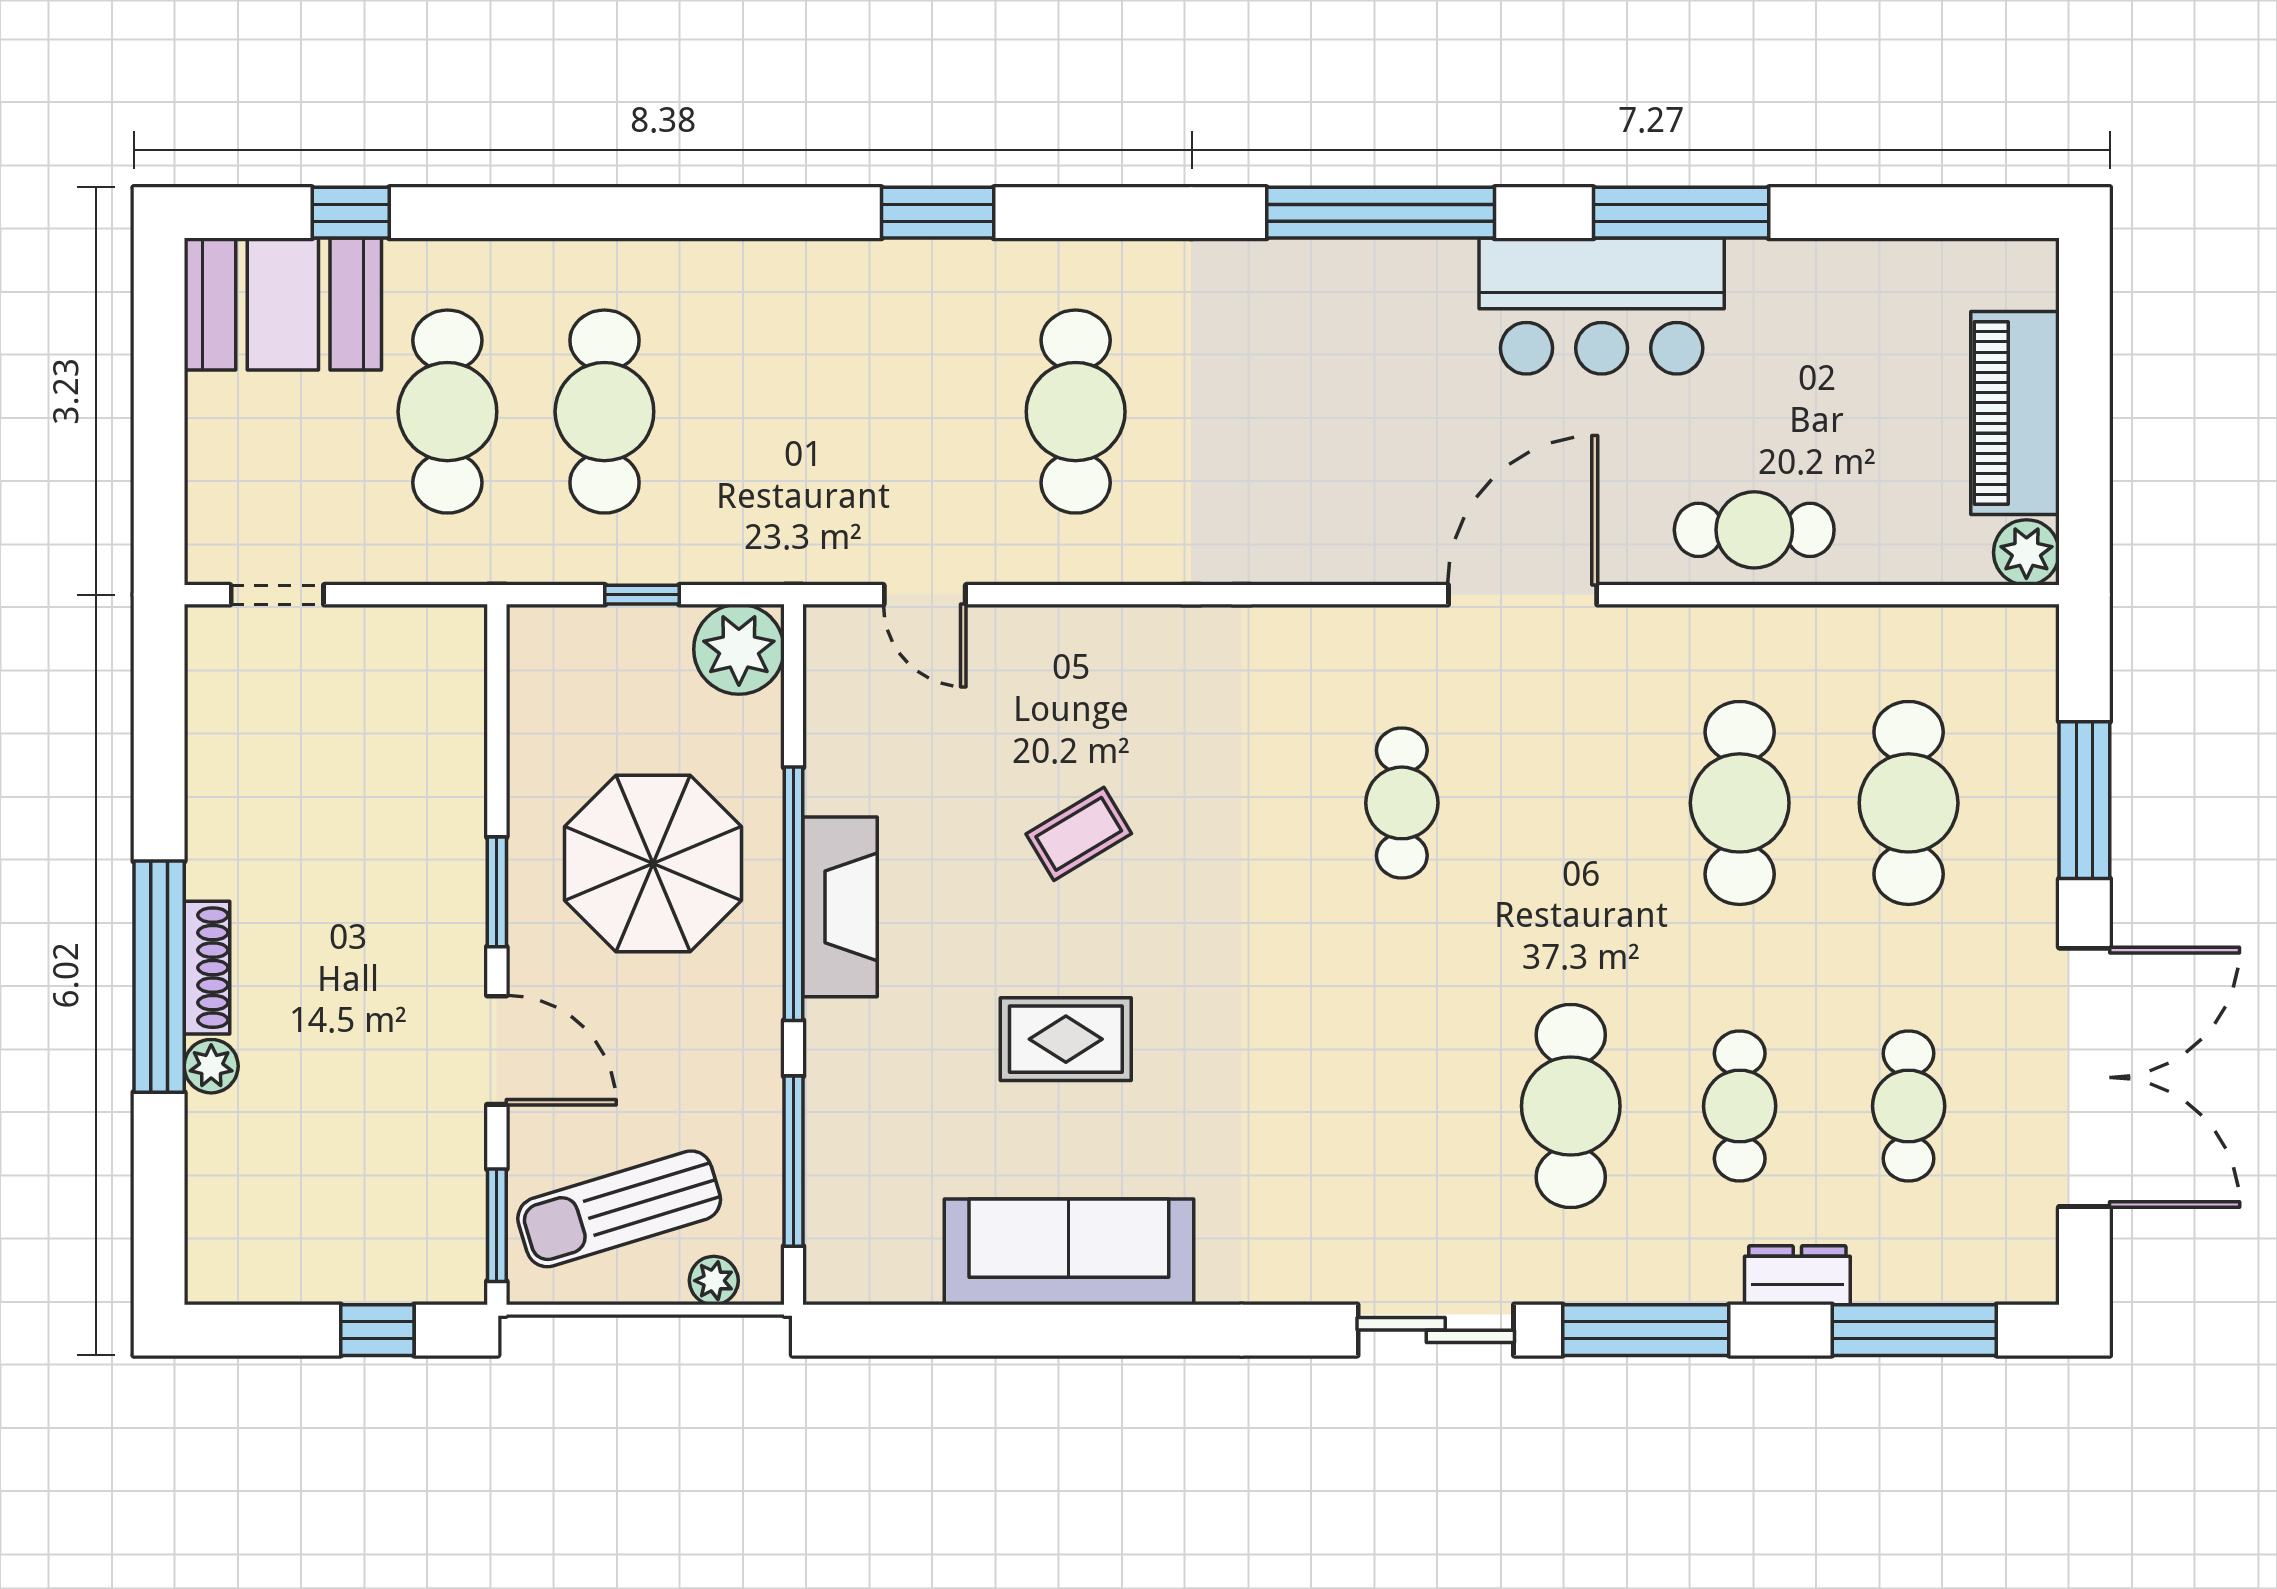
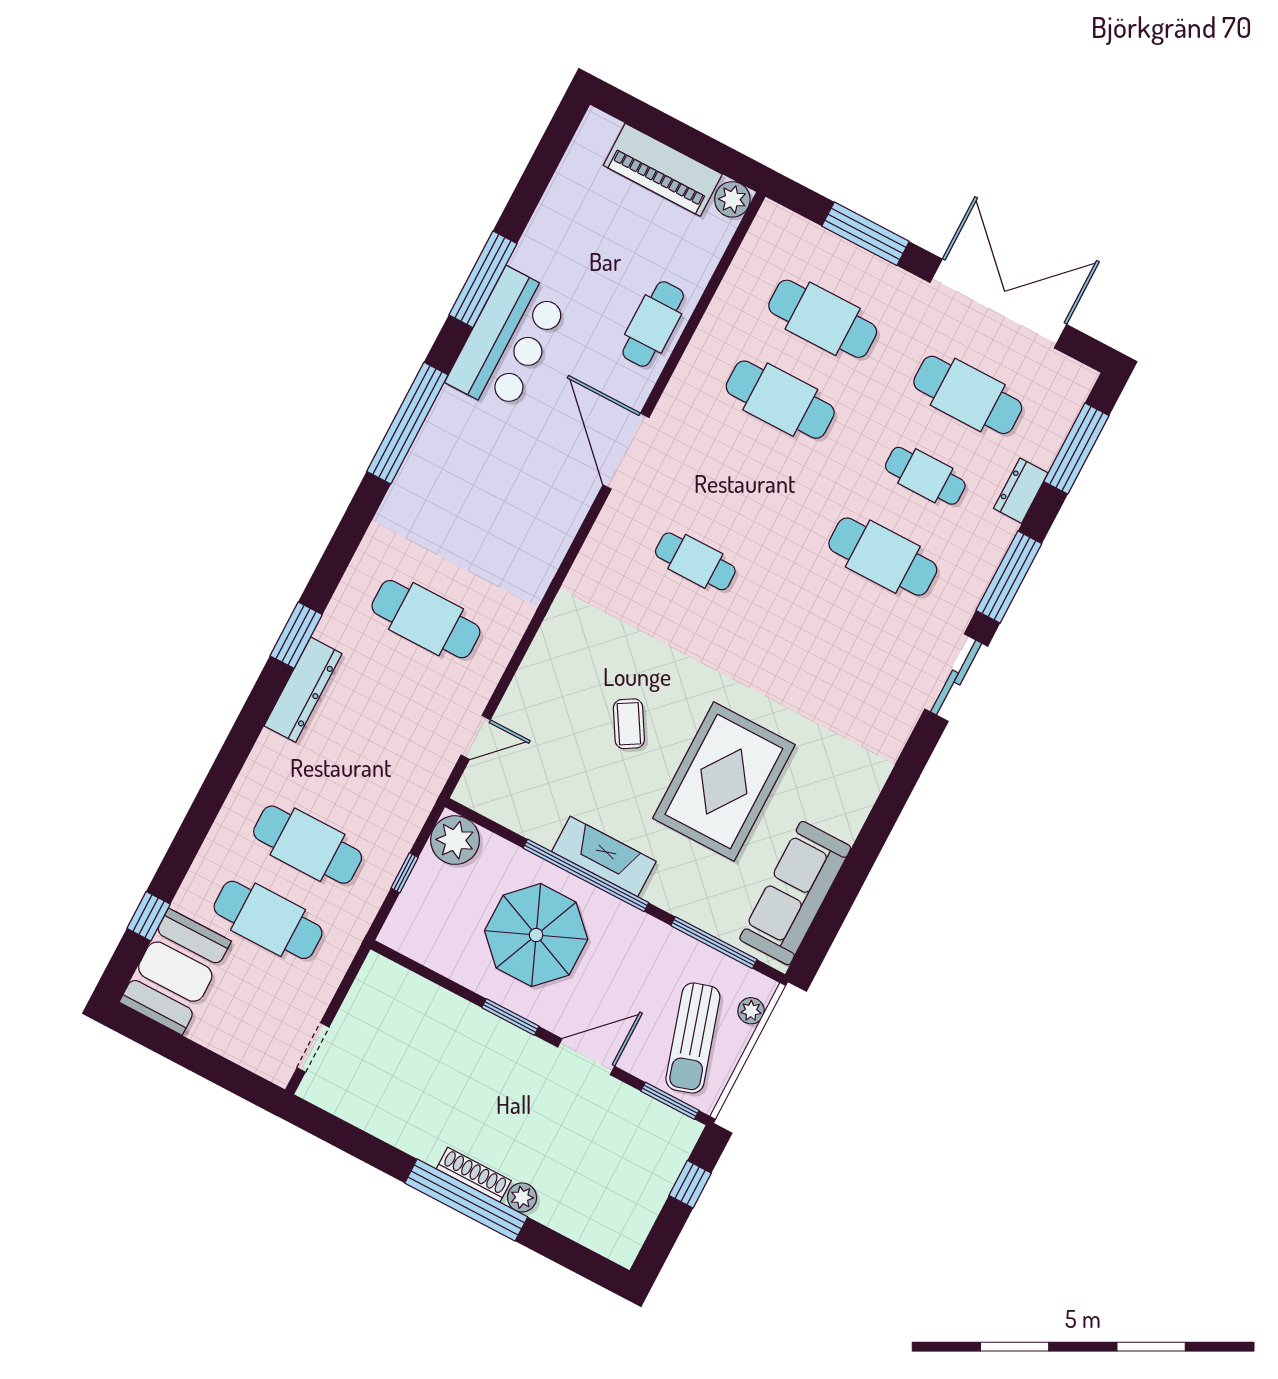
dresser: (854, 271) -> (303, 690), added
rug: (1066, 1039) -> (724, 782), width x1.86, depth x2.06
cafe table: (1909, 1106) -> (968, 395), width x1.37, depth x1.35
sofa: (1069, 1252) -> (795, 893), moved

